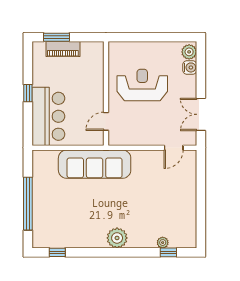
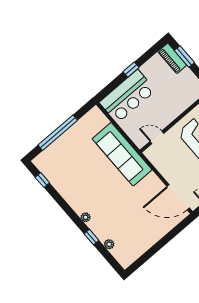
piano: (63, 49) -> (172, 58), moved
door: (174, 148) -> (178, 197), width x1.87
plant: (117, 238) -> (86, 217), width x0.53, depth x0.53
window: (168, 252) -> (91, 237), moved

